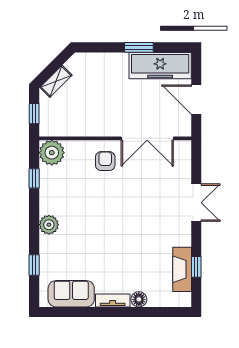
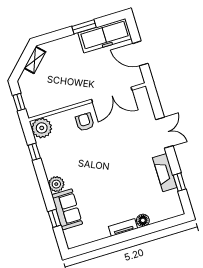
shelving: (56, 81) -> (35, 60), moved
fireplace: (182, 269) -> (165, 173), moved
sofa: (71, 294) -> (67, 209), moved, turned 90

